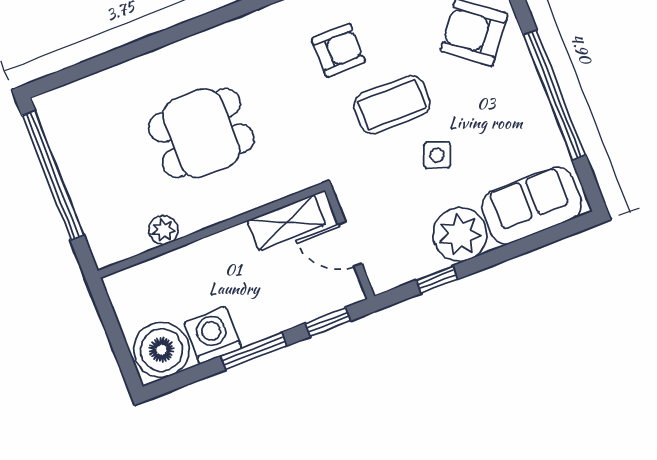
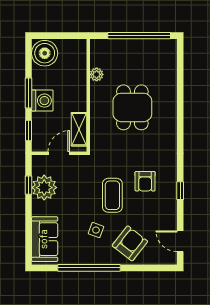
side table: (437, 155) -> (96, 230), moved
plant: (460, 234) -> (44, 188), moved
washing machine: (213, 335) -> (42, 101), moved

